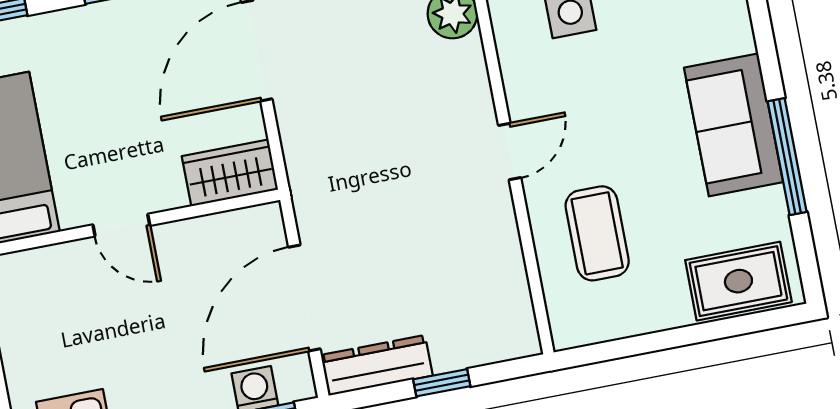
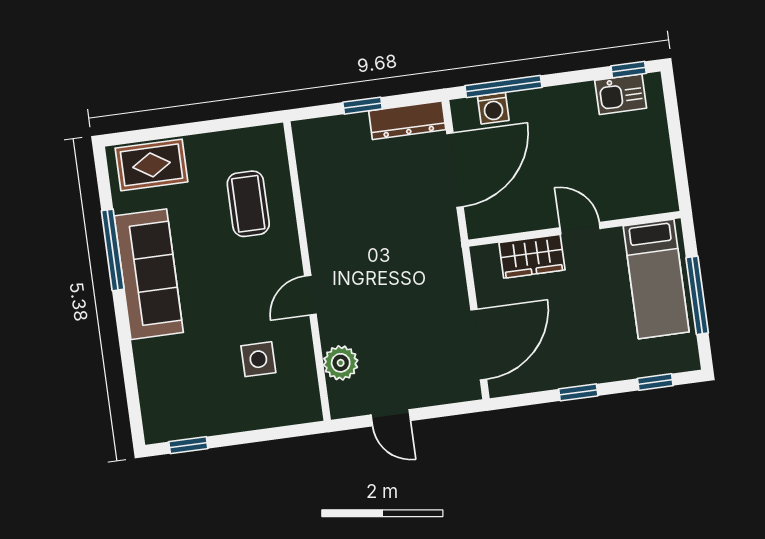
sofa: (734, 125) -> (149, 274), width x1.36
door: (510, 152) -> (310, 295), moved
wardrobe: (230, 173) -> (532, 256), moved

